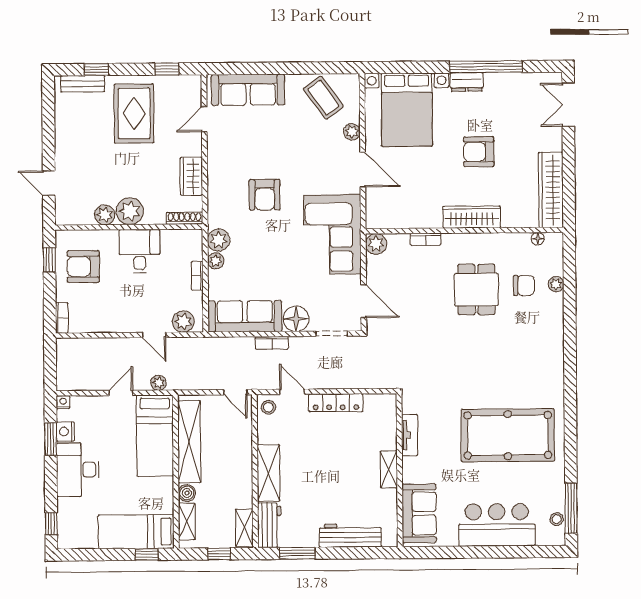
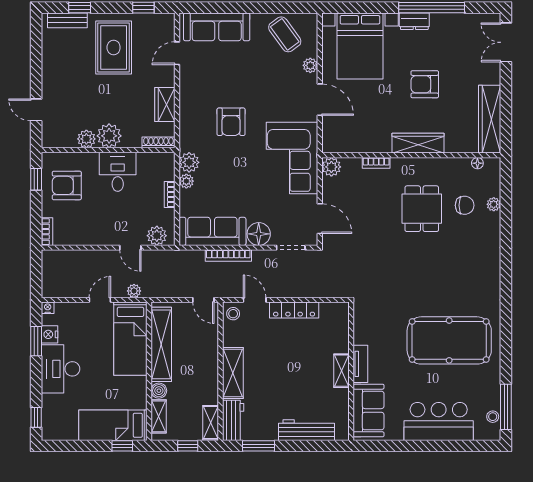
bookcase: (272, 343) -> (228, 256), width x1.56
tv unit: (410, 435) -> (360, 364), moved

